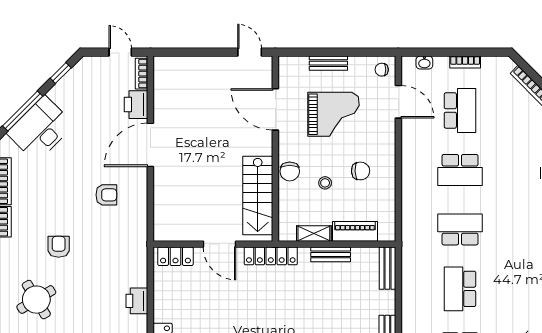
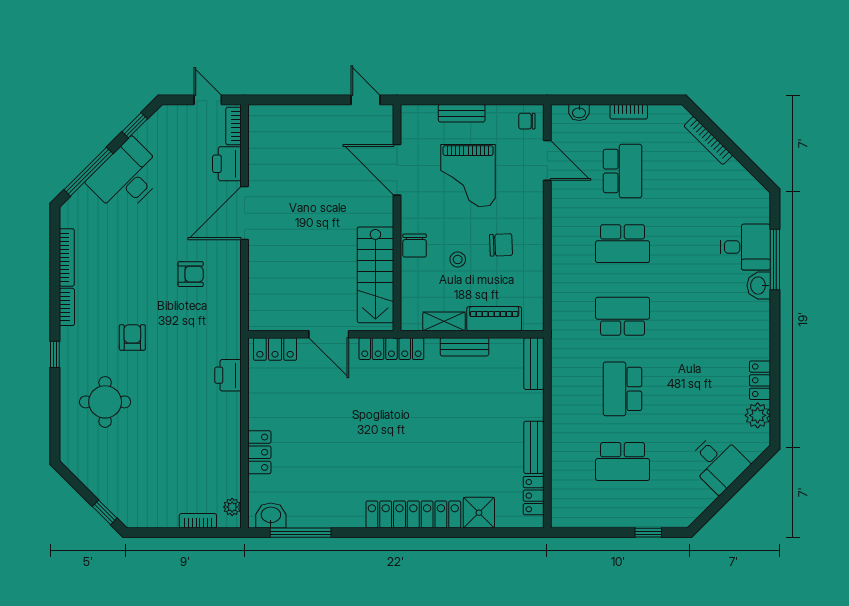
grand piano: (334, 114) -> (468, 176), turned 90
desk: (40, 129) -> (127, 177), moved
round table: (36, 300) -> (105, 402), turned 31
printer: (137, 301) -> (228, 375), moved

